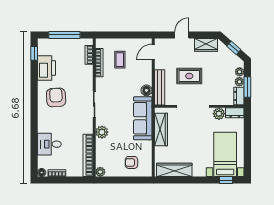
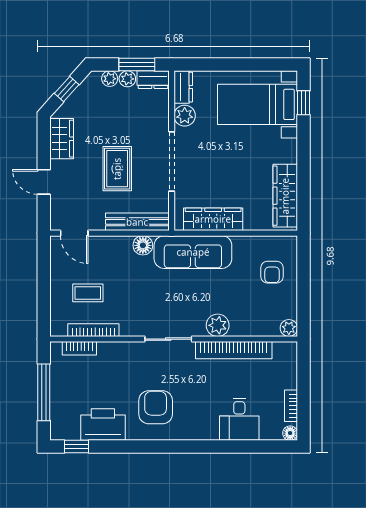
armchair: (56, 97) -> (156, 407), turned 93
bookcase: (88, 155) -> (234, 350), moved

